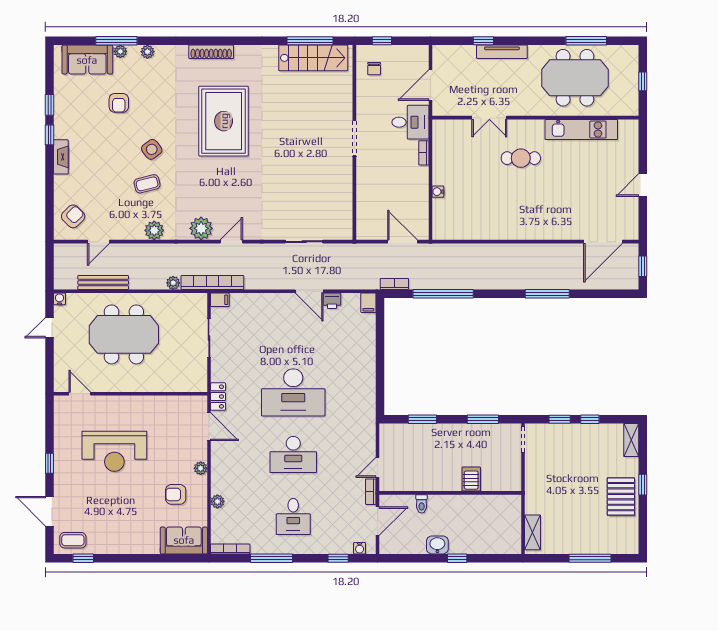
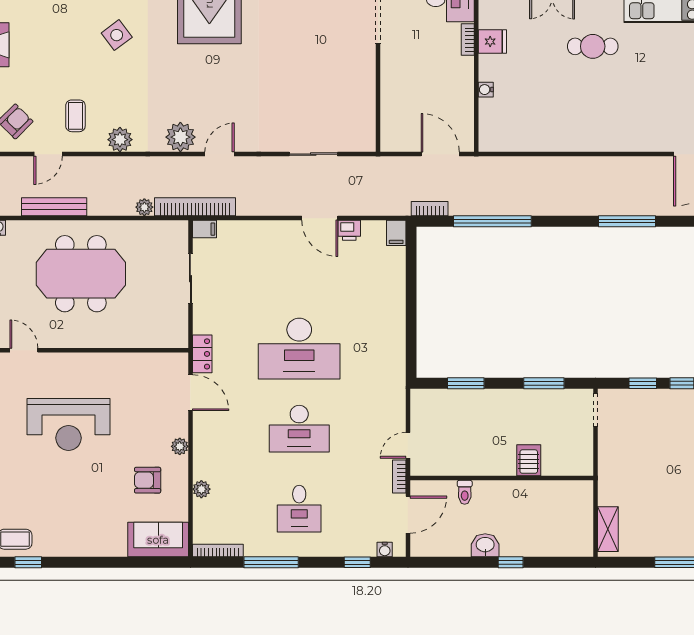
fridge: (443, 154) -> (492, 42), added
coffee table: (147, 184) -> (75, 116), moved, turned -76

